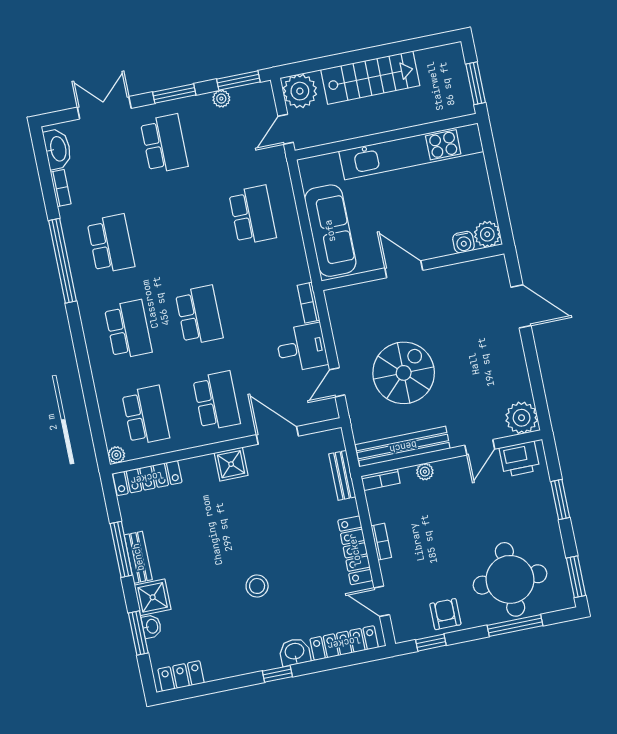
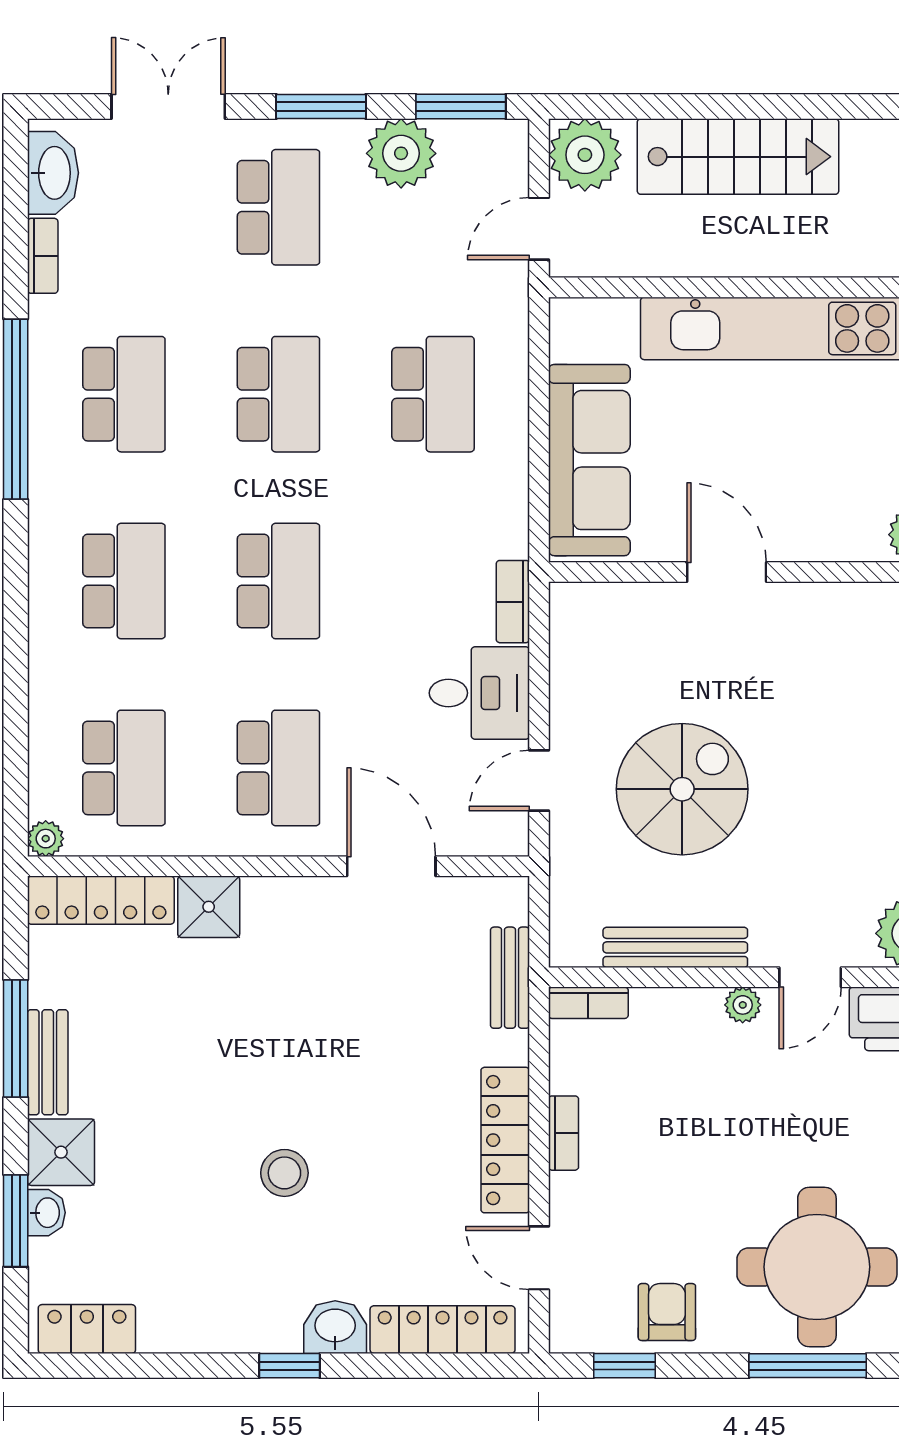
plant: (221, 99) -> (401, 153), width x1.88, depth x1.88
school desk: (182, 229) -> (278, 394), added
water cooler: (463, 242) -> (863, 541), removed
bench: (403, 447) -> (675, 947), width x0.73, depth x0.82
shower: (231, 464) -> (209, 907), moved
plant: (425, 472) -> (743, 1005), moved

